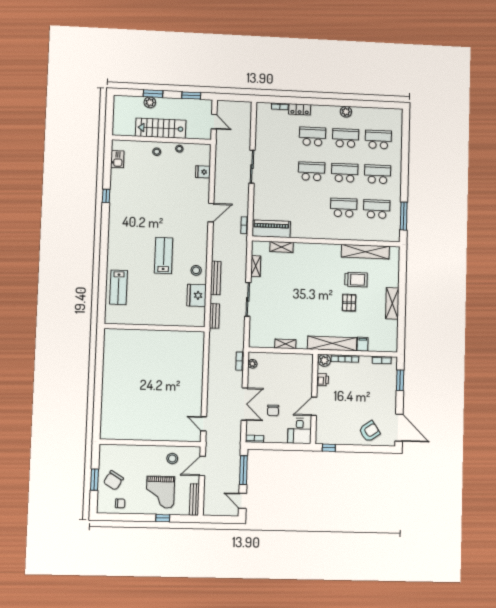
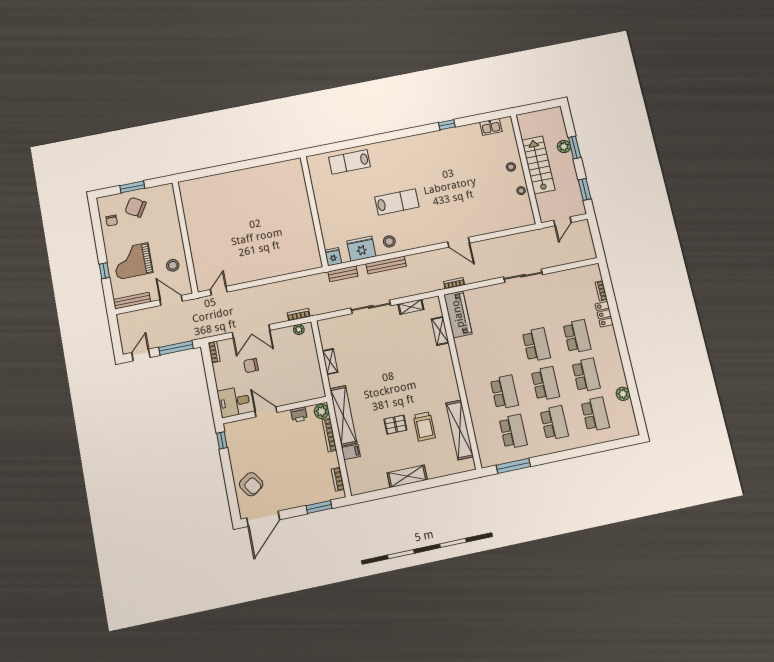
plant: (346, 112) -> (623, 394), moved
fridge: (203, 172) -> (333, 257), moved

